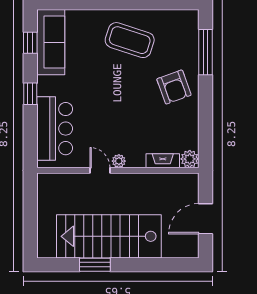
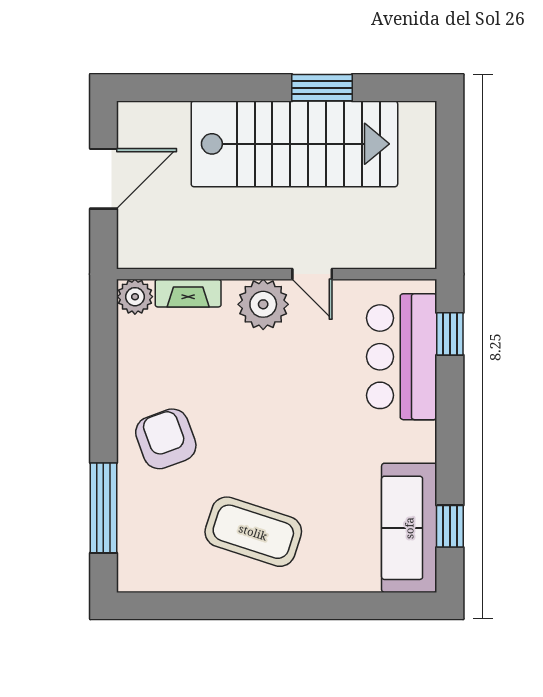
window: (30, 94) -> (450, 334), moved
plant: (119, 161) -> (263, 304), width x1.88, depth x1.88

